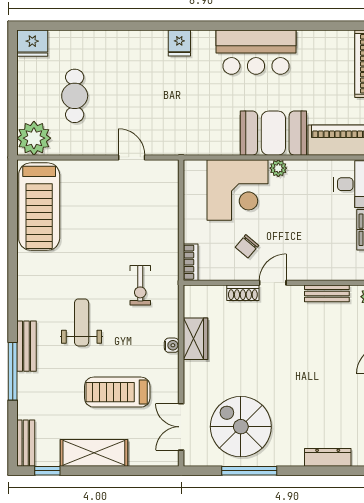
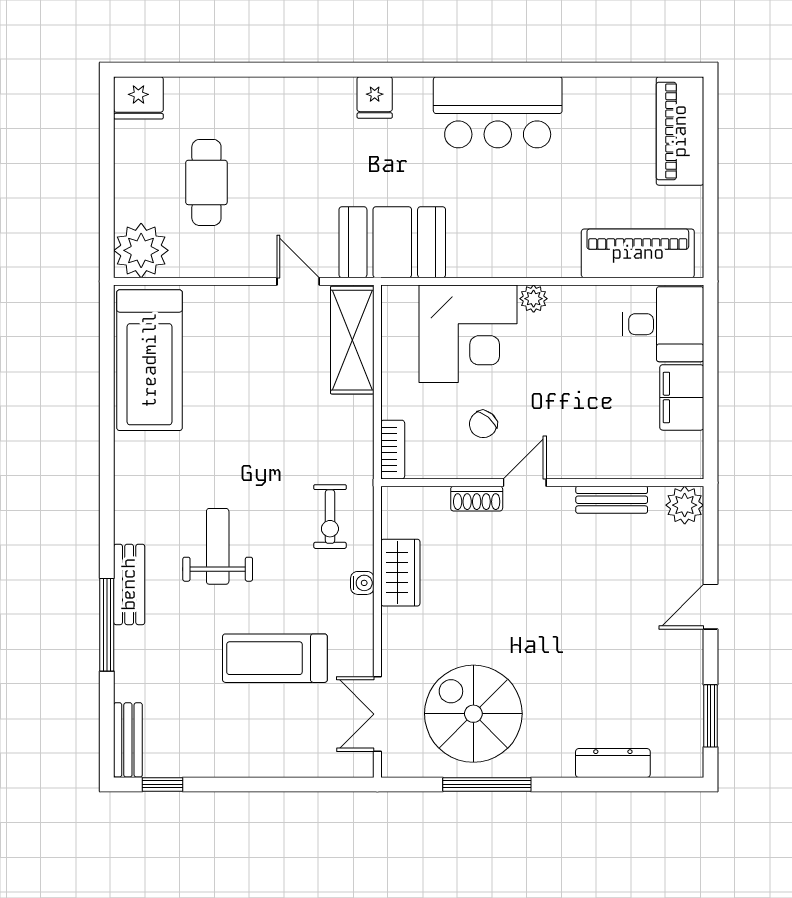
booth: (273, 133) -> (392, 242), moved
exercise bike: (140, 285) -> (330, 517), moved
shelving: (94, 453) -> (352, 340), moved, turned 90

